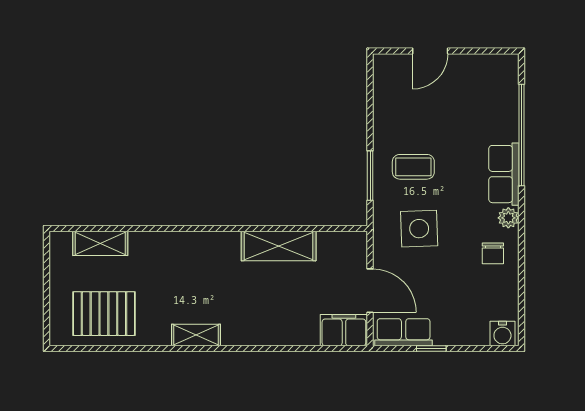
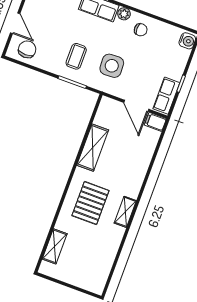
chair: (396, 85) -> (27, 49), added
door: (370, 291) -> (136, 106), swing flipped
pallet: (104, 314) -> (90, 203), moved
filing cabinet: (344, 330) -> (155, 122), width x0.50

